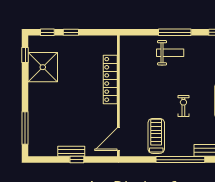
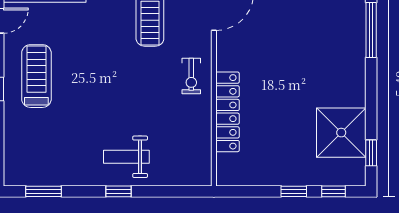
window: (175, 32) -> (118, 191), width x0.46
exercise bike: (183, 106) -> (191, 76), moved

